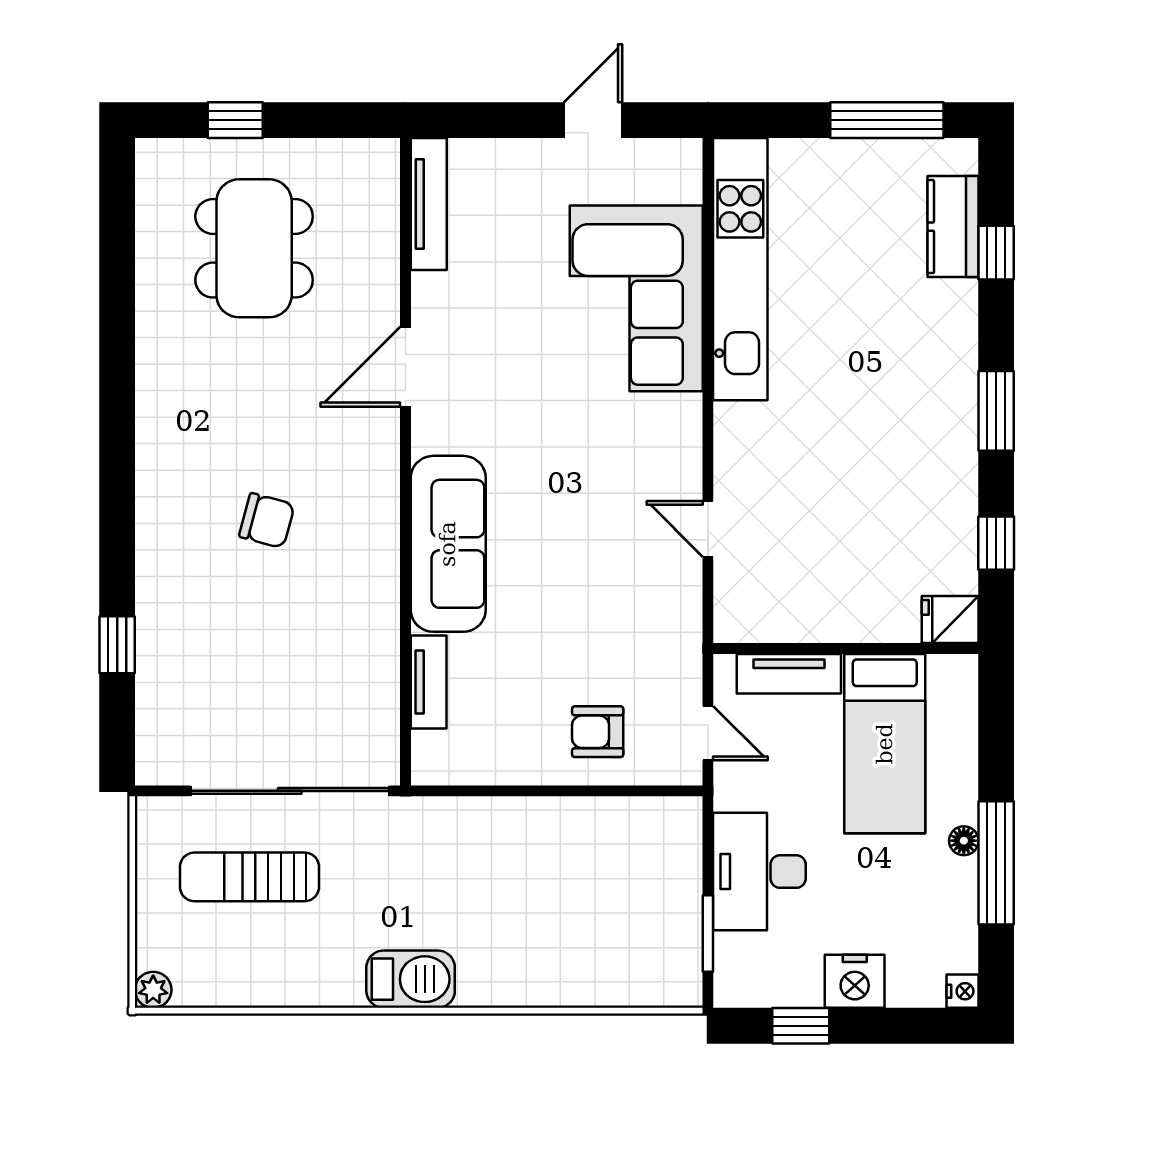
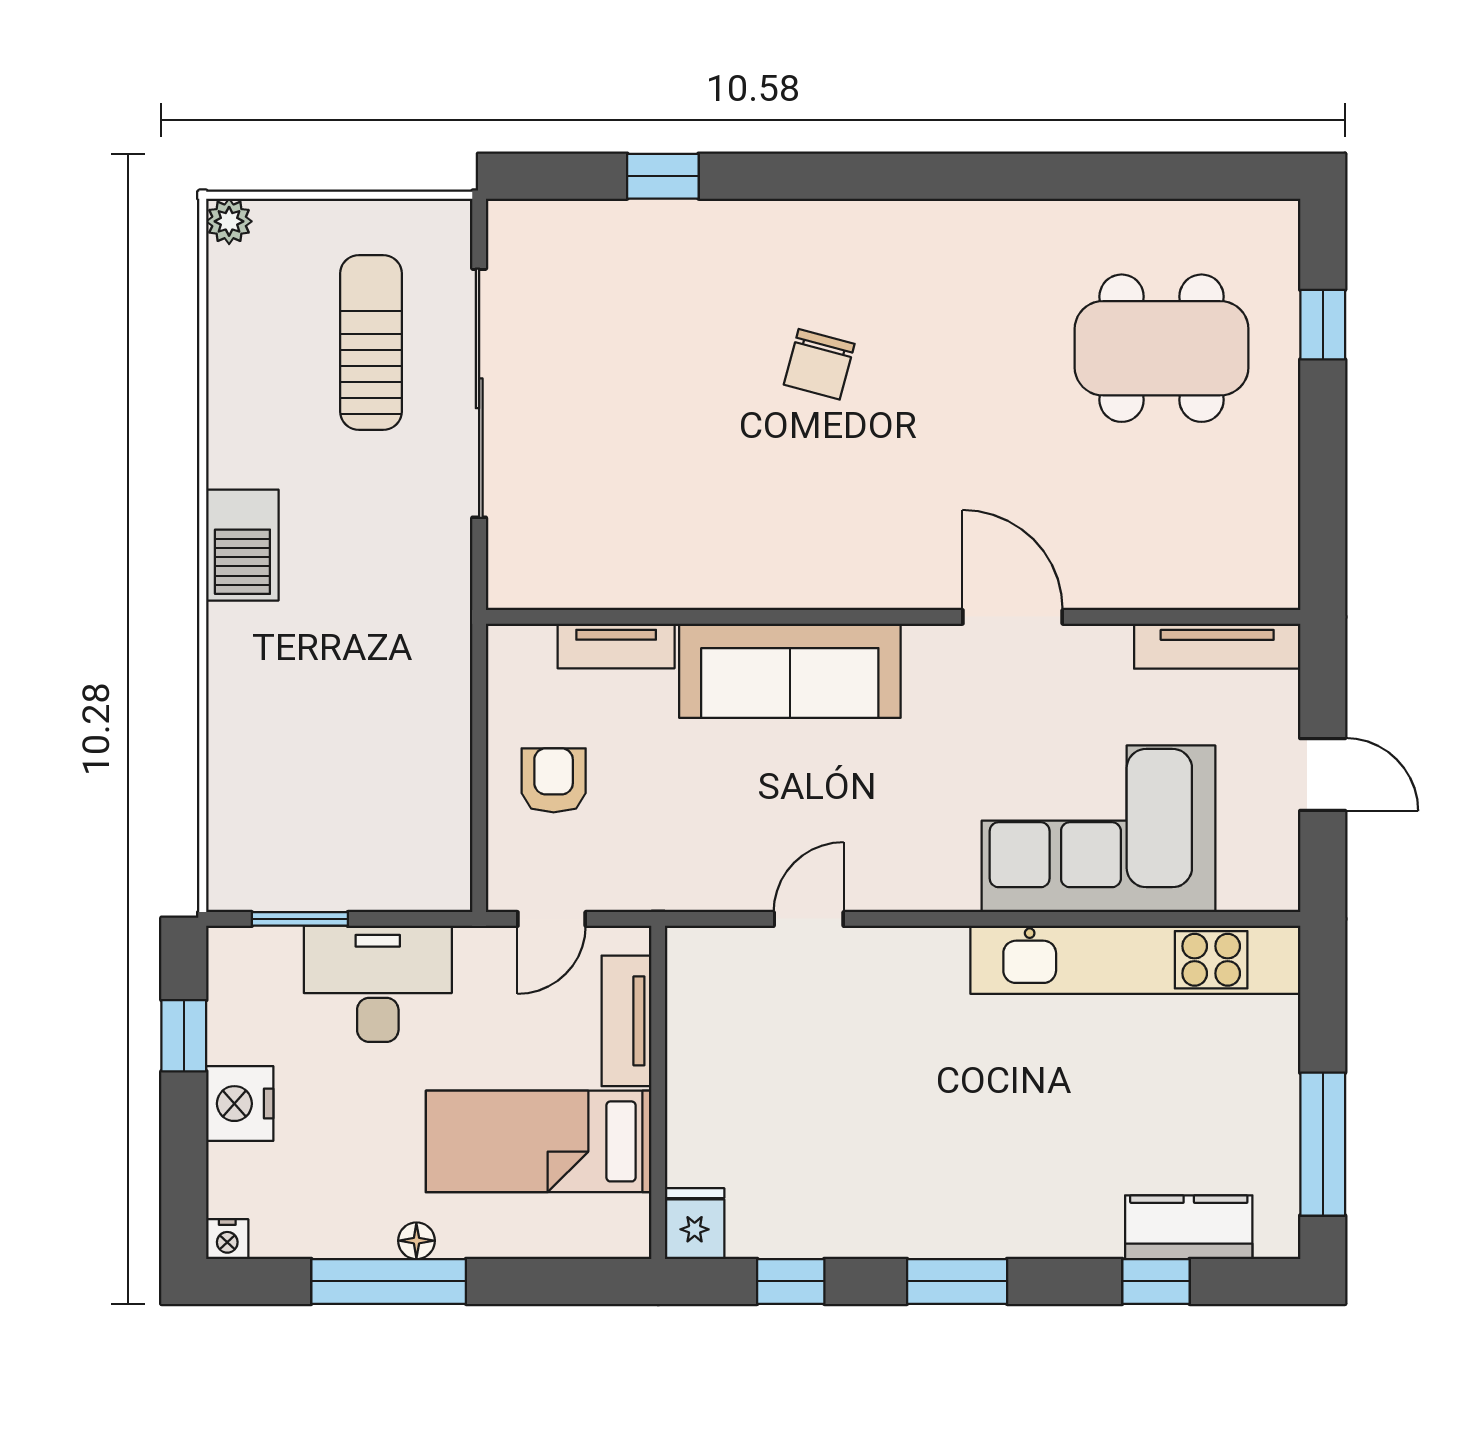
tv unit: (429, 204) -> (1217, 646), moved
door: (405, 367) -> (1013, 617), moved
wall: (405, 462) -> (893, 617), moved
sofa: (448, 544) -> (790, 671), moved
tv unit: (429, 682) -> (616, 646), moved

